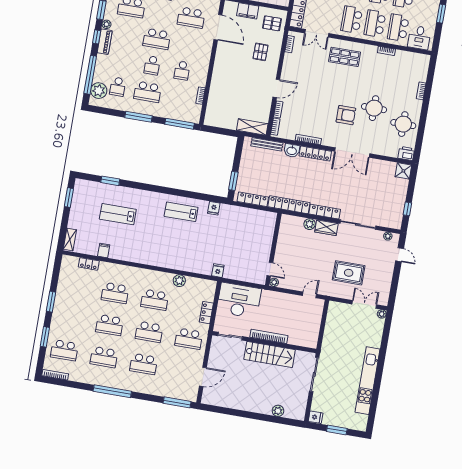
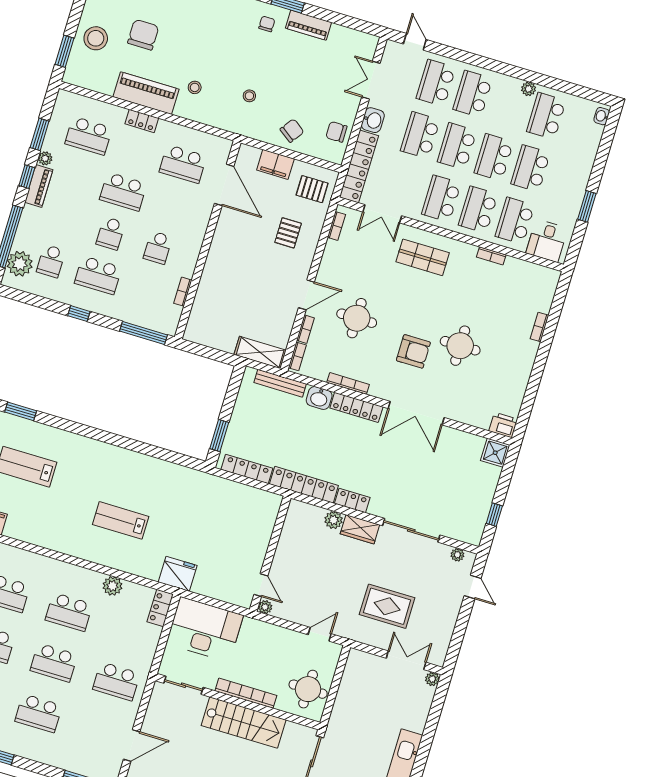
window: (139, 117) -> (79, 314), width x0.46
round table: (403, 124) -> (357, 318), moved
fridge: (214, 208) -> (182, 476), removed
lab bench: (181, 212) -> (121, 520), moved
locker: (325, 212) -> (352, 501), width x0.66
fridge: (218, 271) -> (178, 574), width x1.88, depth x1.34
locker: (206, 313) -> (160, 608), moved
round table: (306, 329) -> (308, 689), added

